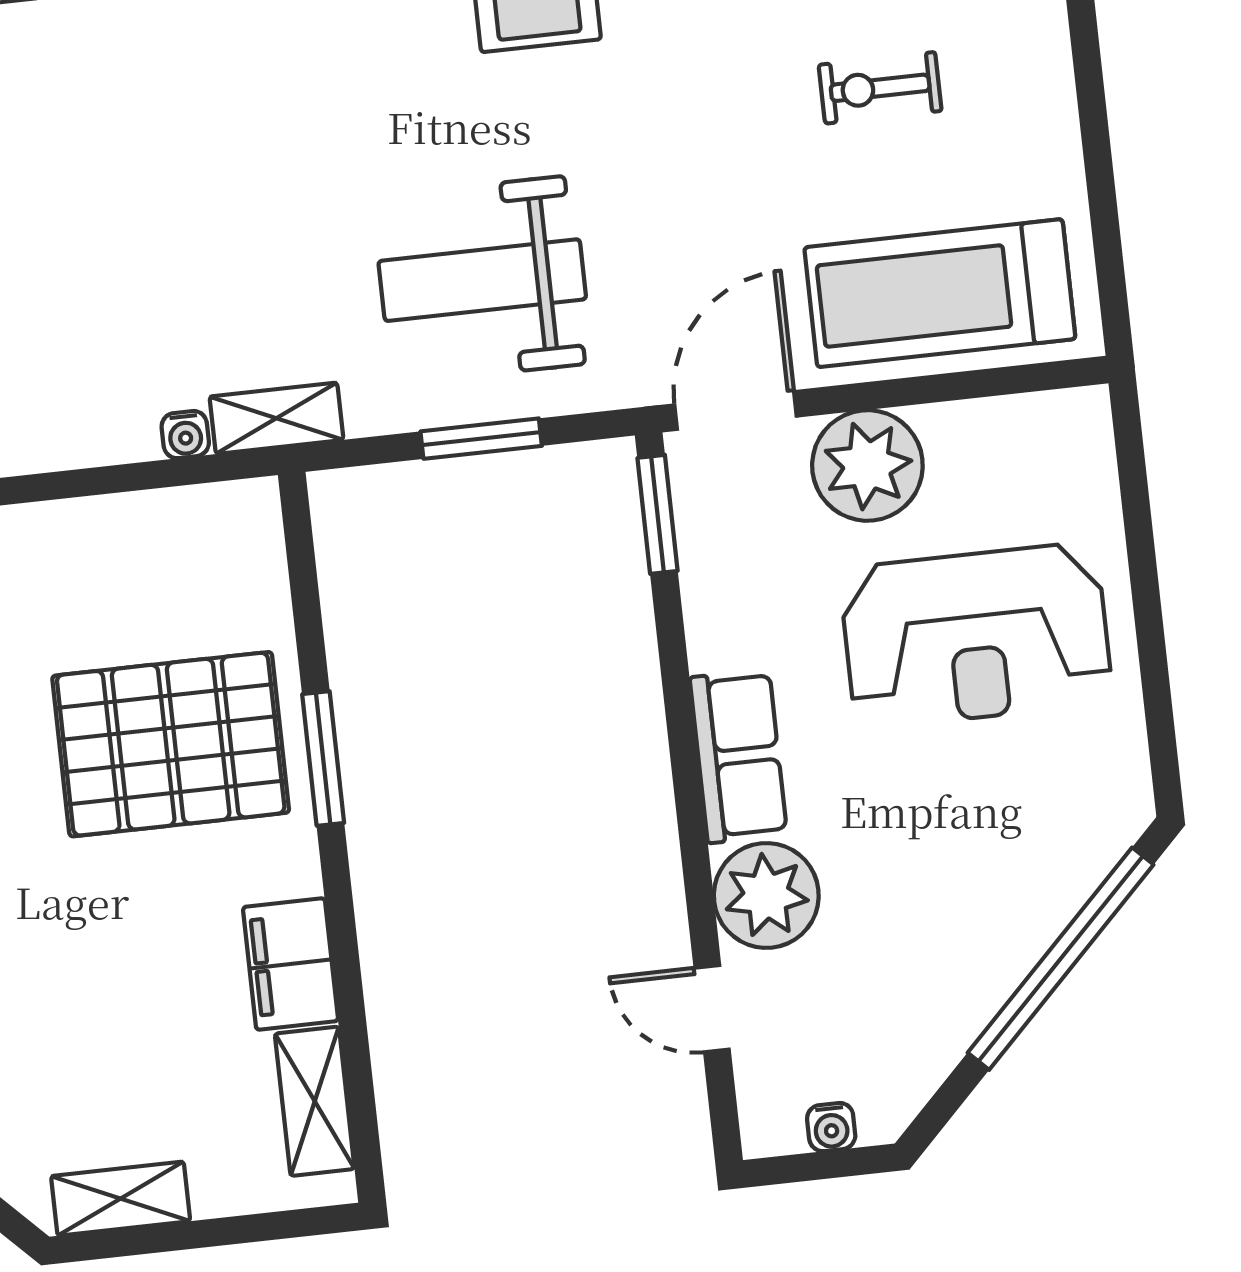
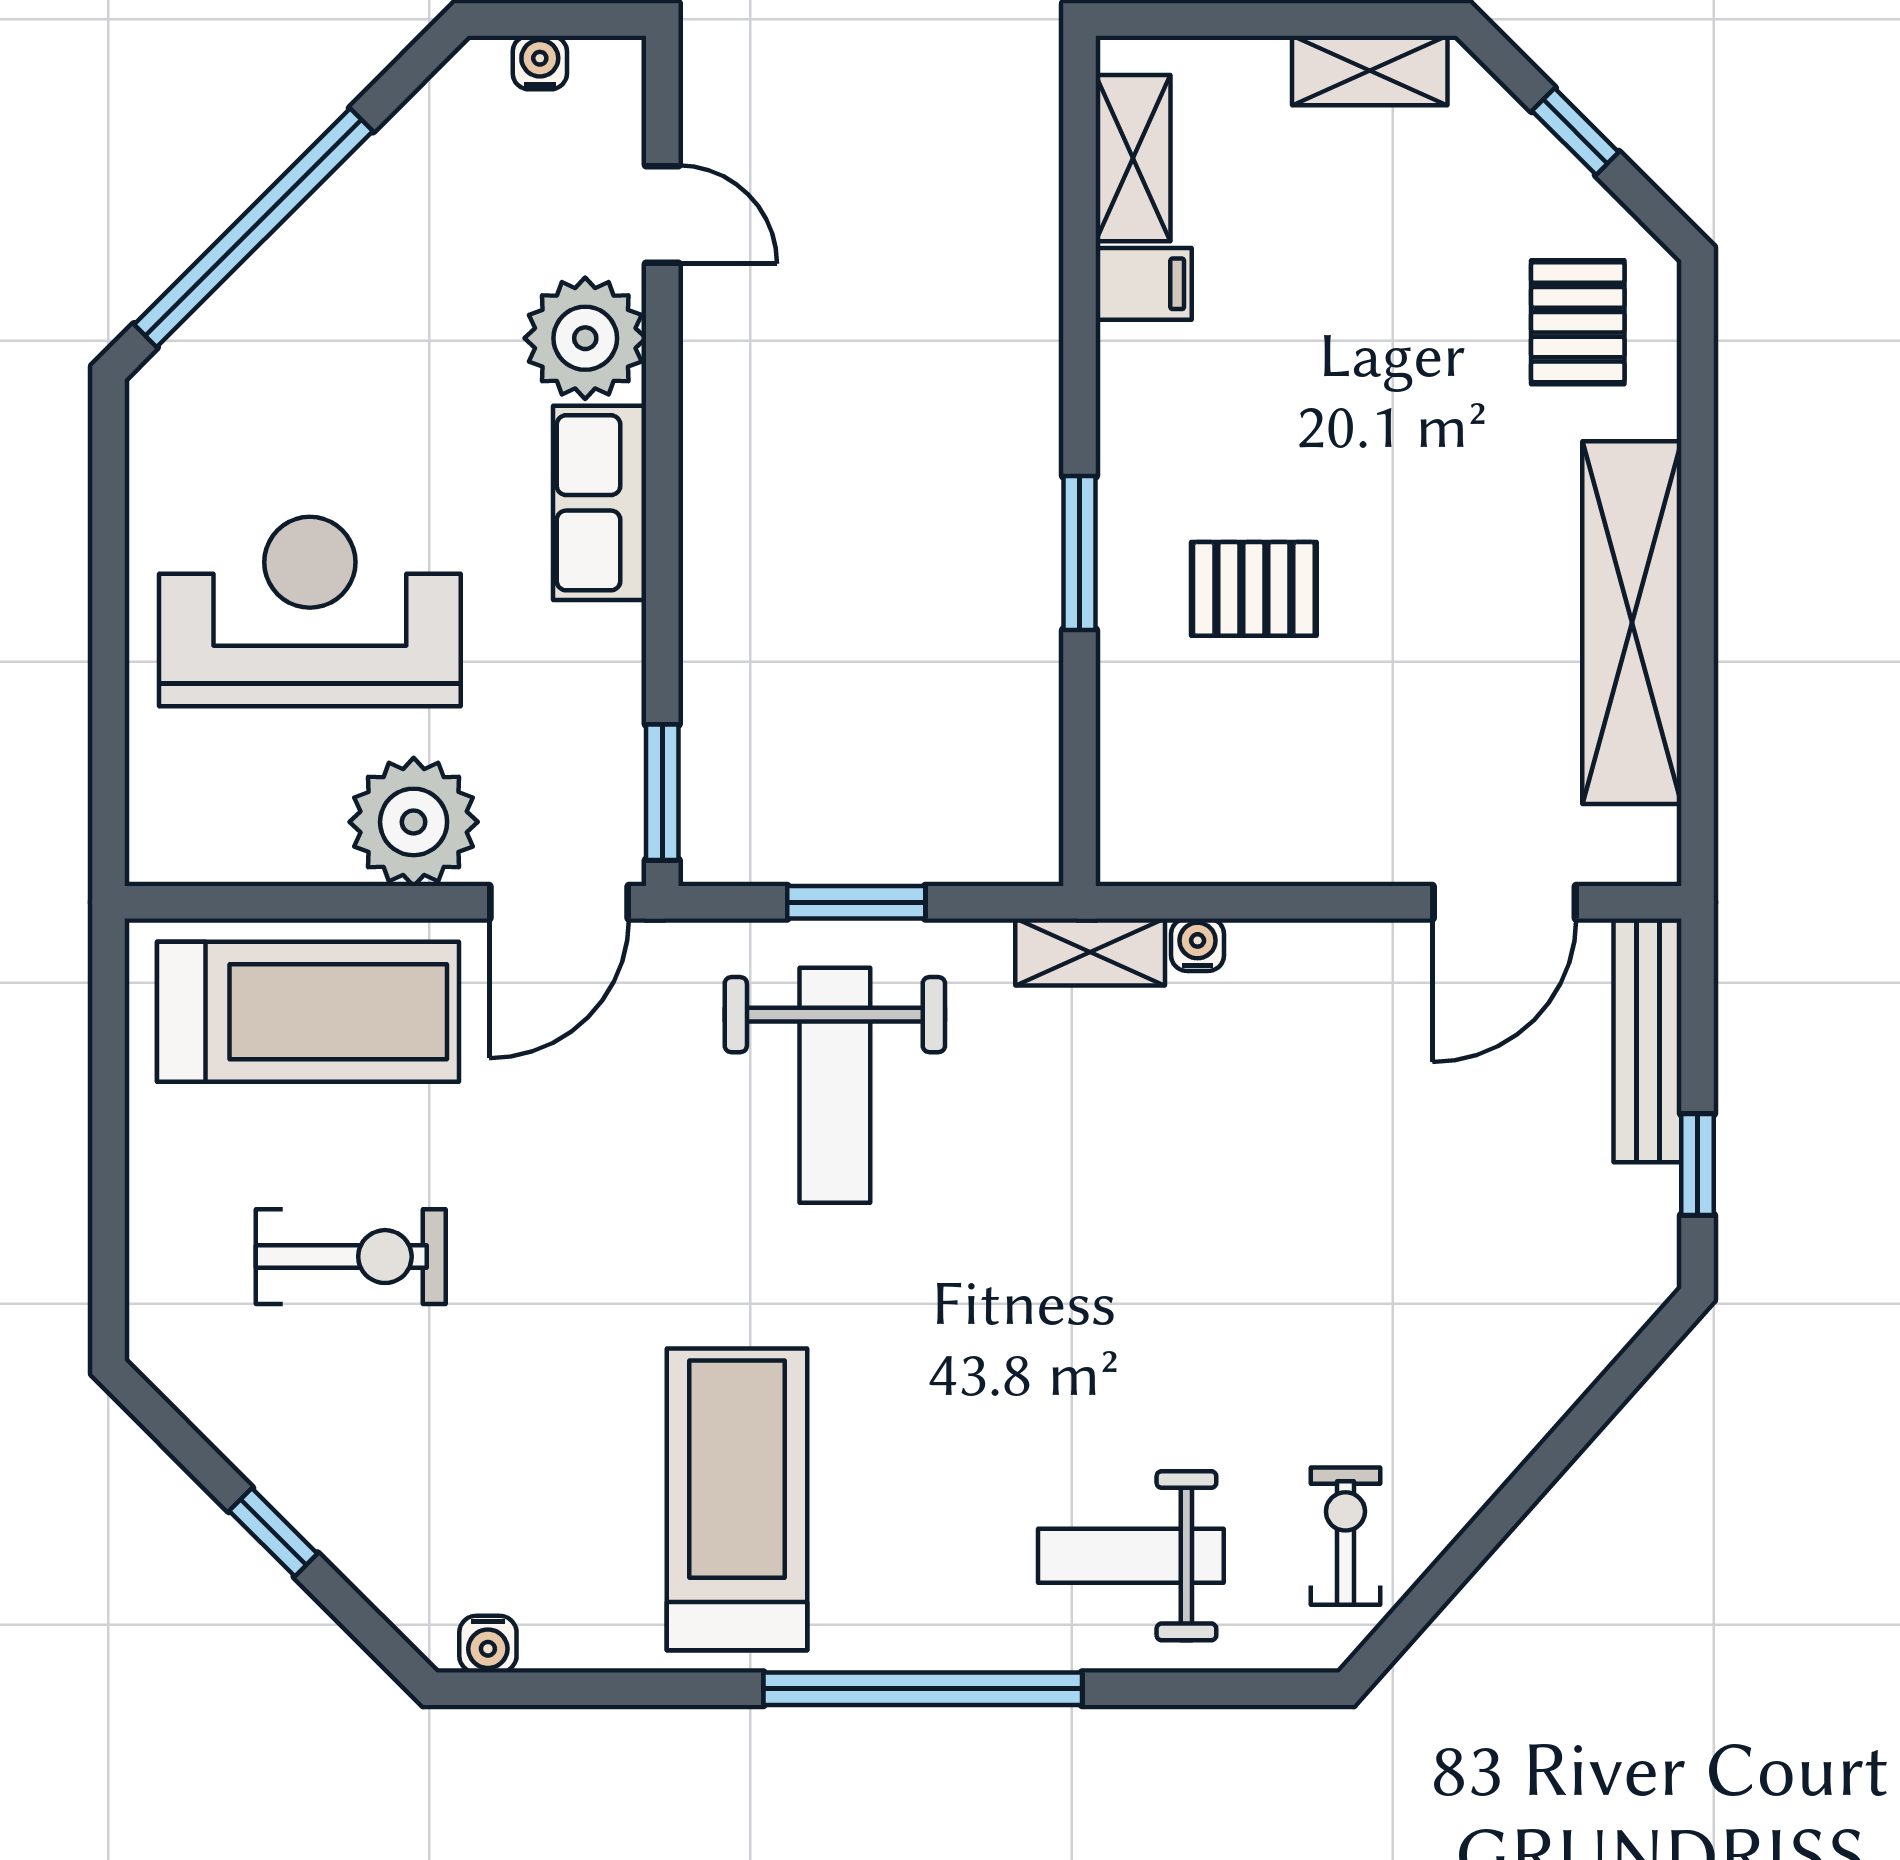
exercise bike: (880, 88) -> (351, 1257), width x1.38, depth x1.39
weight bench: (482, 280) -> (835, 1085), turned 90
pallet: (171, 744) -> (1254, 589), width x0.49, depth x0.50
filing cabinet: (290, 964) -> (1144, 284), width x0.50

